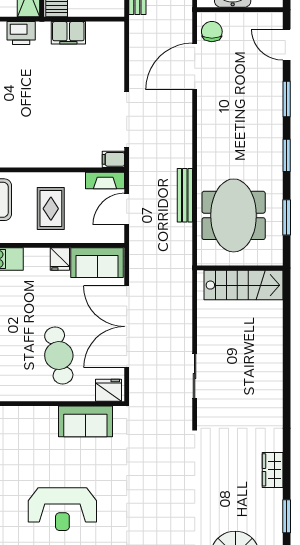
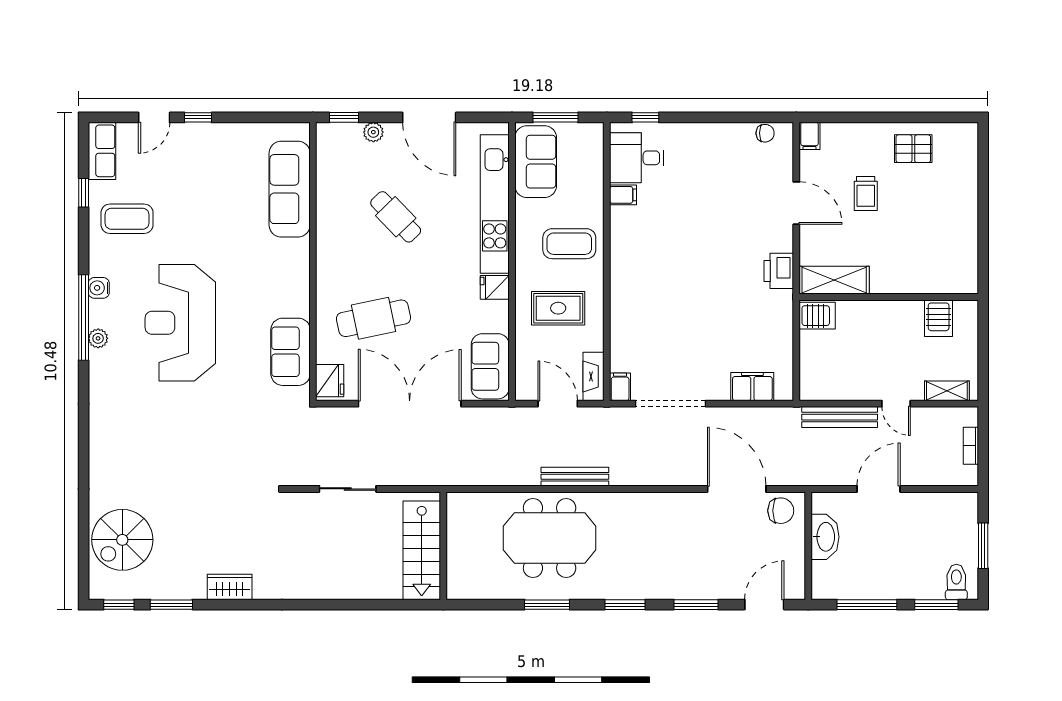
filing cabinet: (68, 33) -> (752, 387), moved, turned 90
fridge: (60, 259) -> (495, 287), moved
wall: (240, 268) -> (443, 546), moved
stairs: (243, 285) -> (422, 550), moved
reception desk: (62, 509) -> (180, 323), width x1.36, depth x1.30

